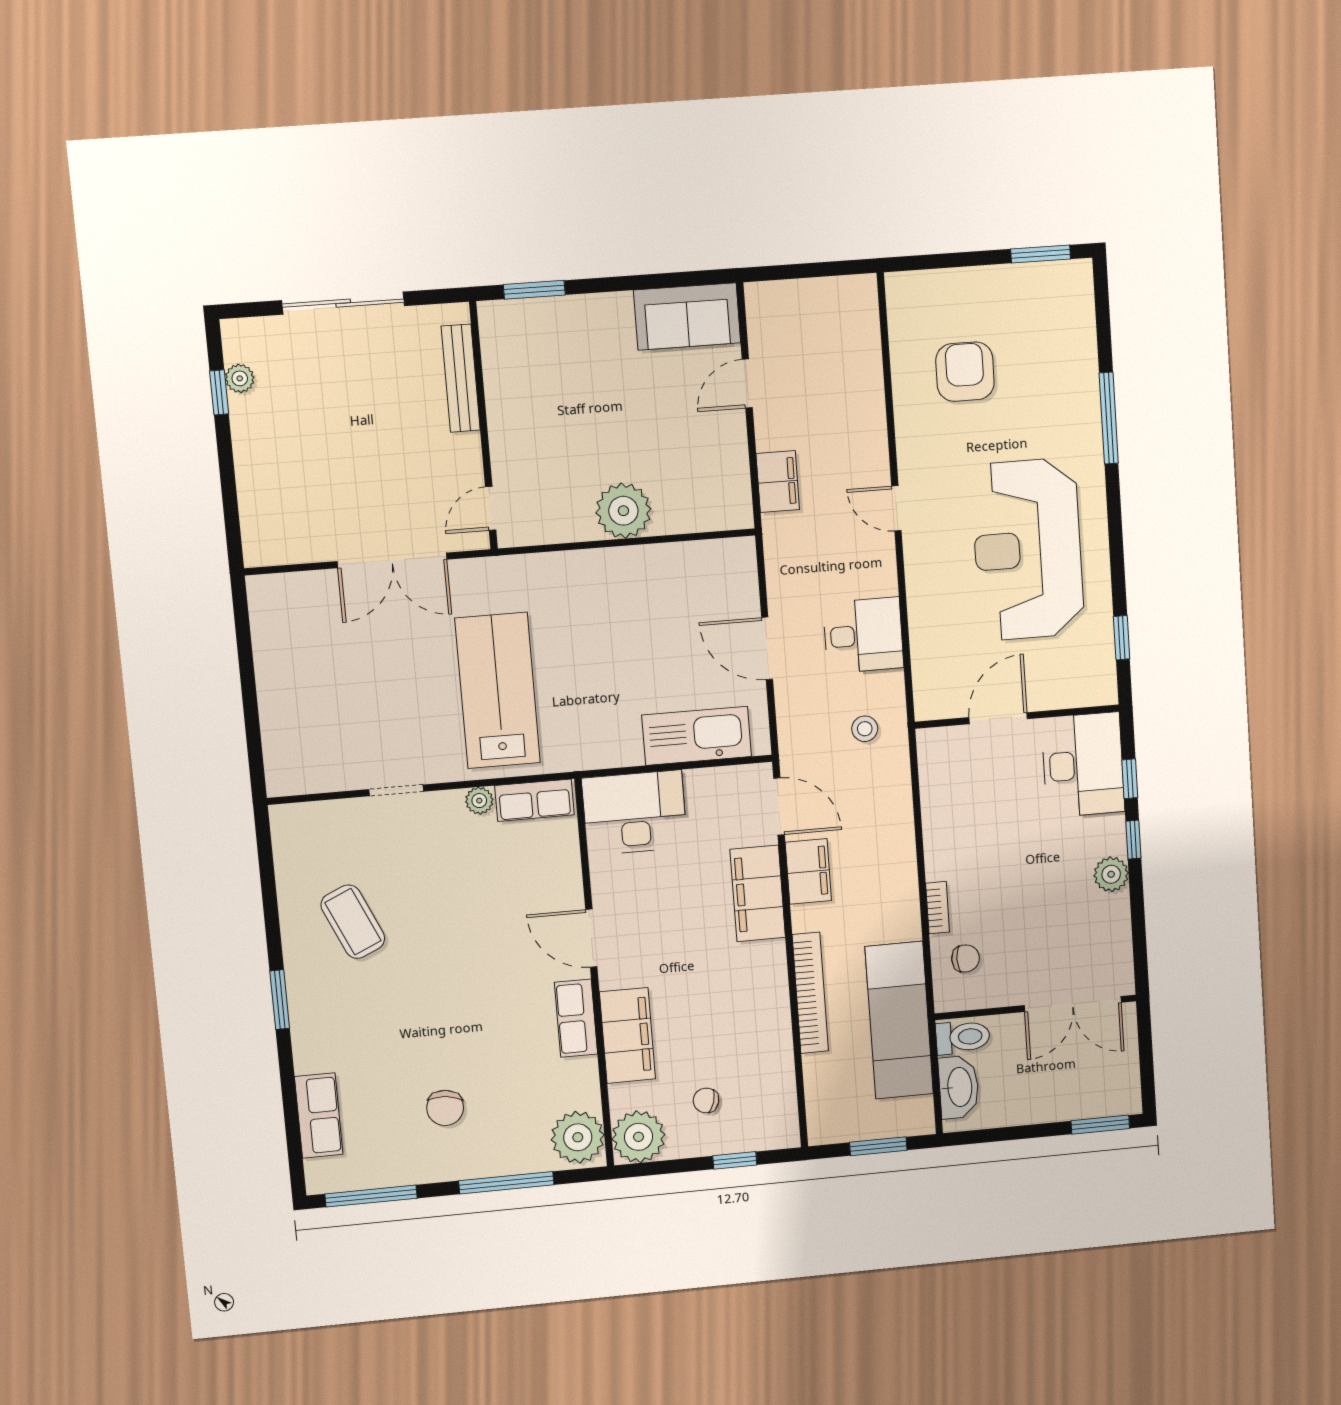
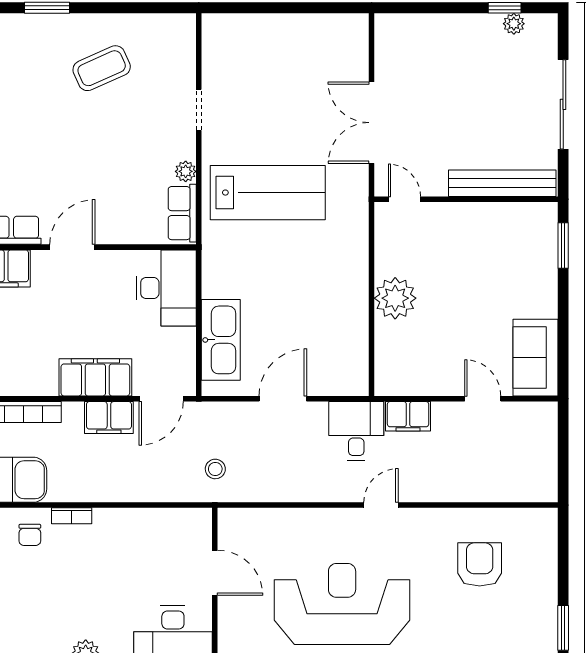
armchair: (965, 372) -> (480, 564), turned -90
bench: (461, 378) -> (502, 183), width x1.37, depth x1.21
desk: (863, 635) -> (356, 431), moved, turned 180

